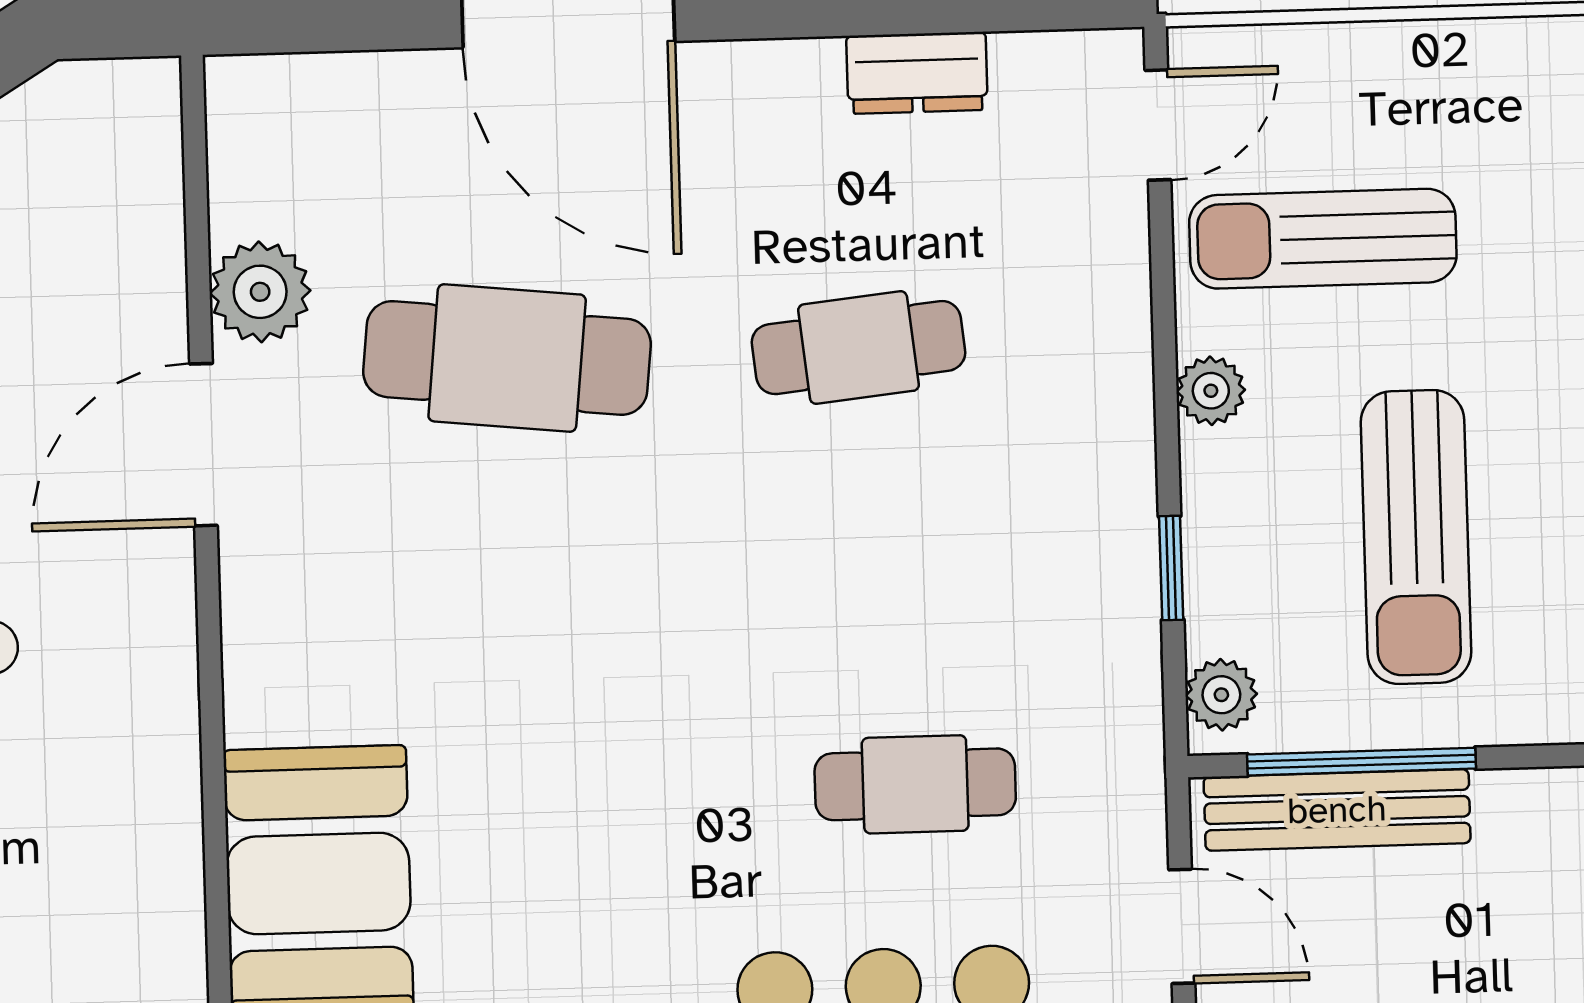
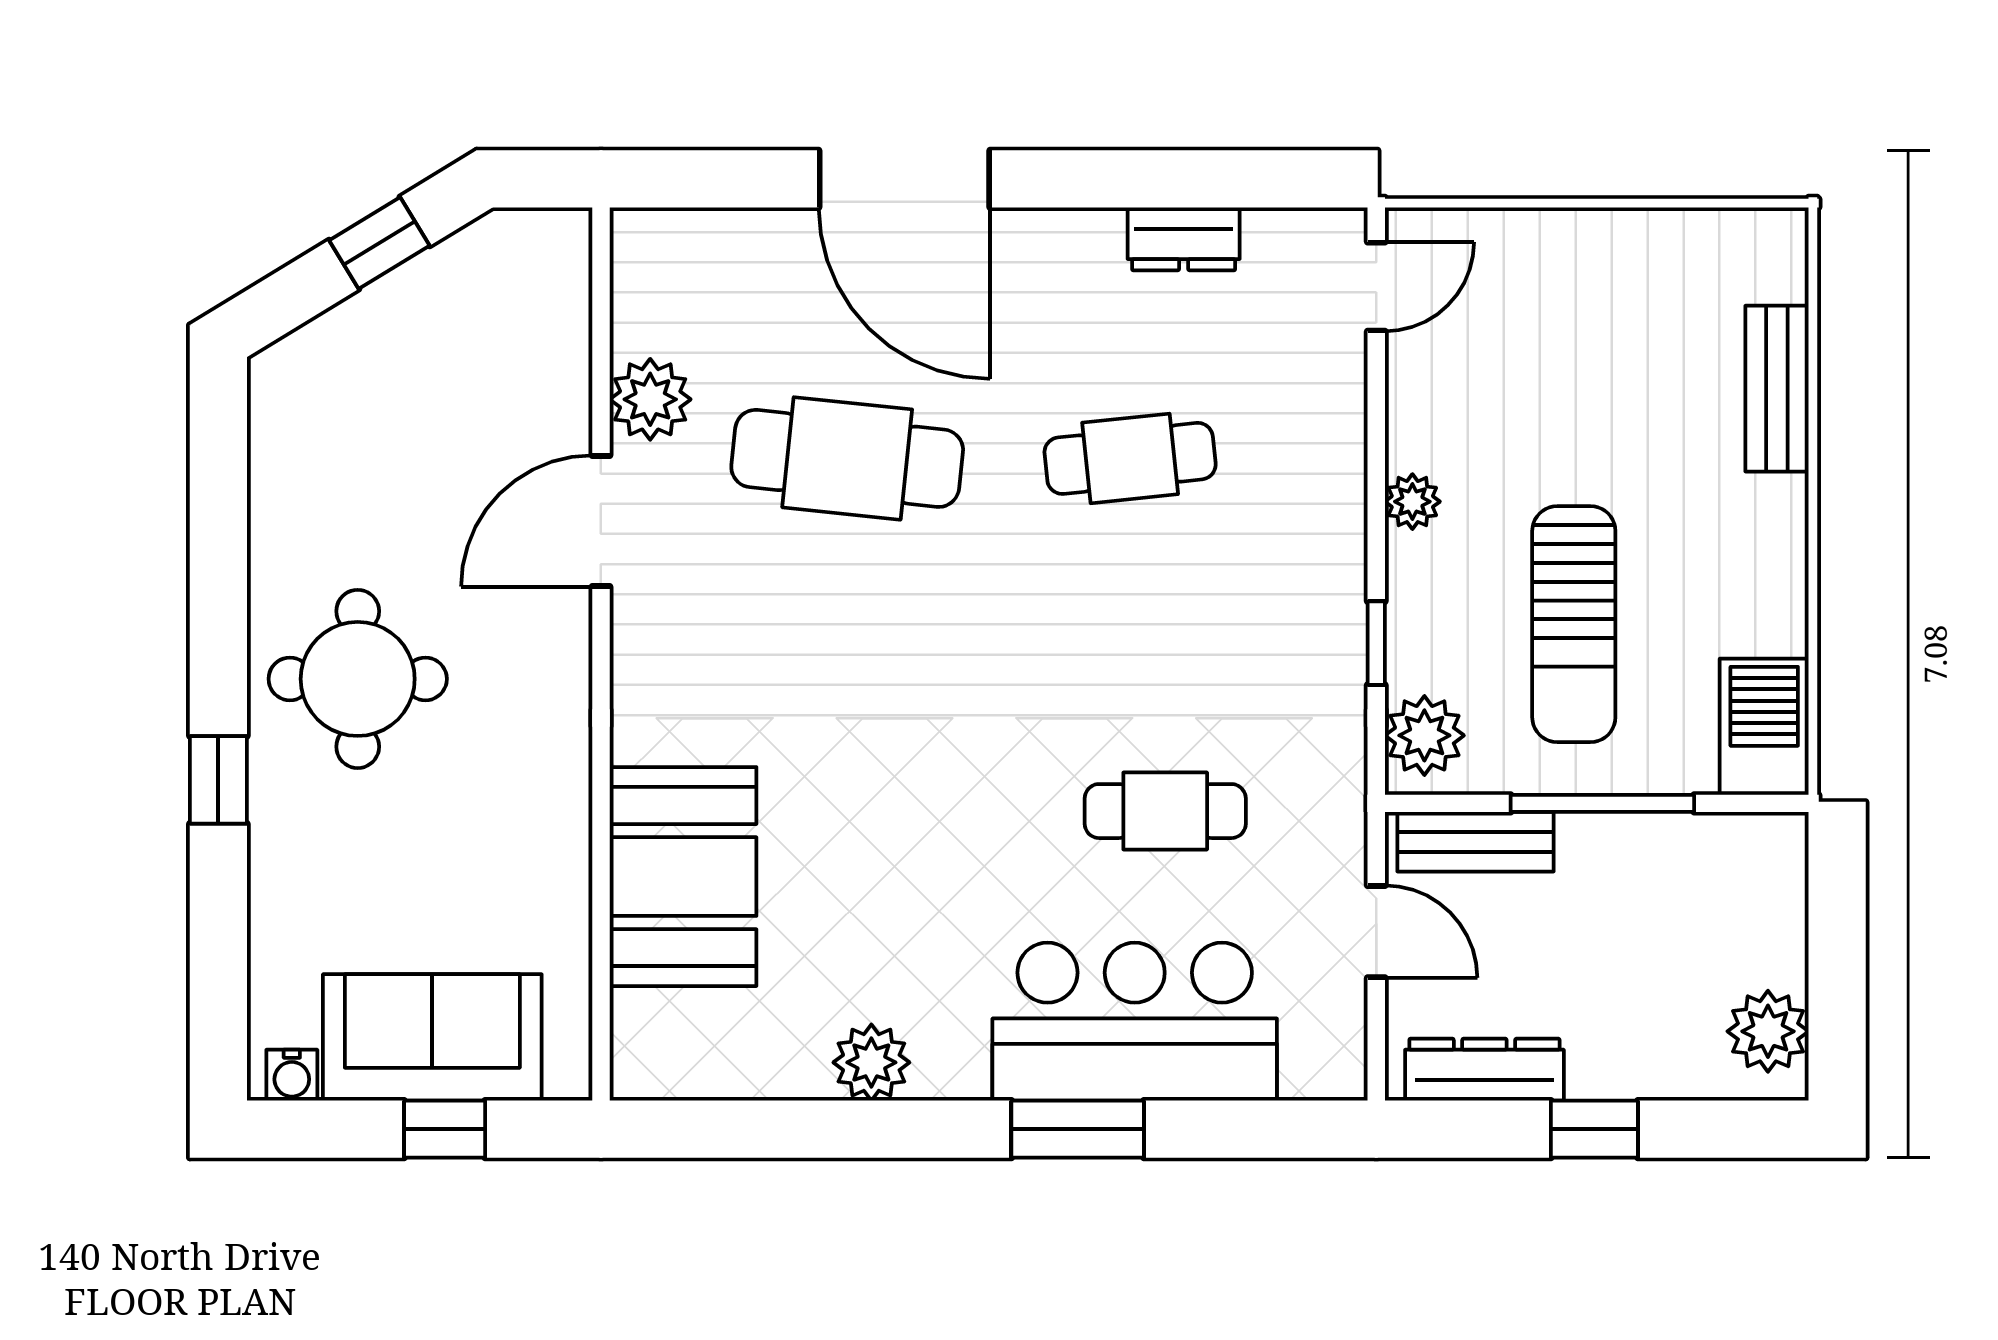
sun lounger: (1323, 239) -> (1506, 382), removed
plant: (1221, 695) -> (1424, 735), width x1.38, depth x1.38
window: (1362, 762) -> (1602, 803), moved
bench: (1337, 810) -> (1475, 842), width x0.73

